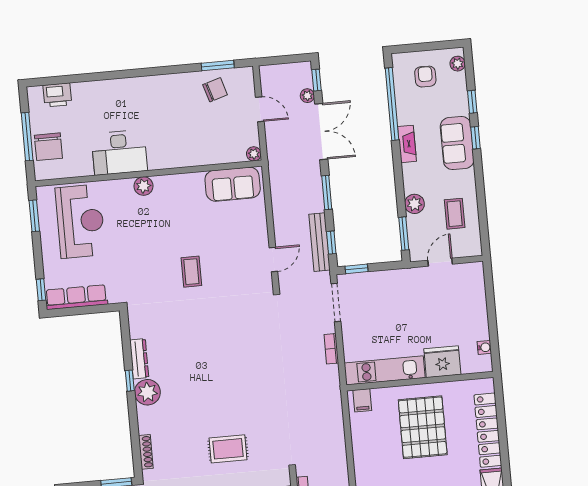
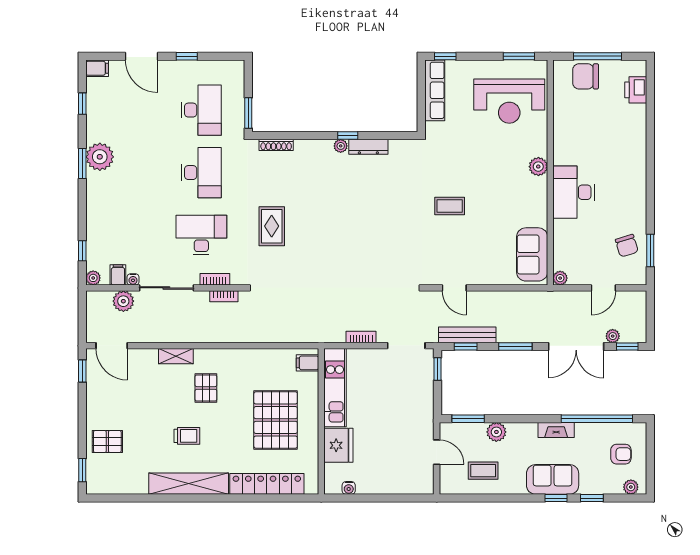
desk: (119, 152) -> (574, 192), moved
plant: (147, 392) -> (341, 146), width x0.53, depth x0.53
pallet: (423, 427) -> (276, 420), turned 90

